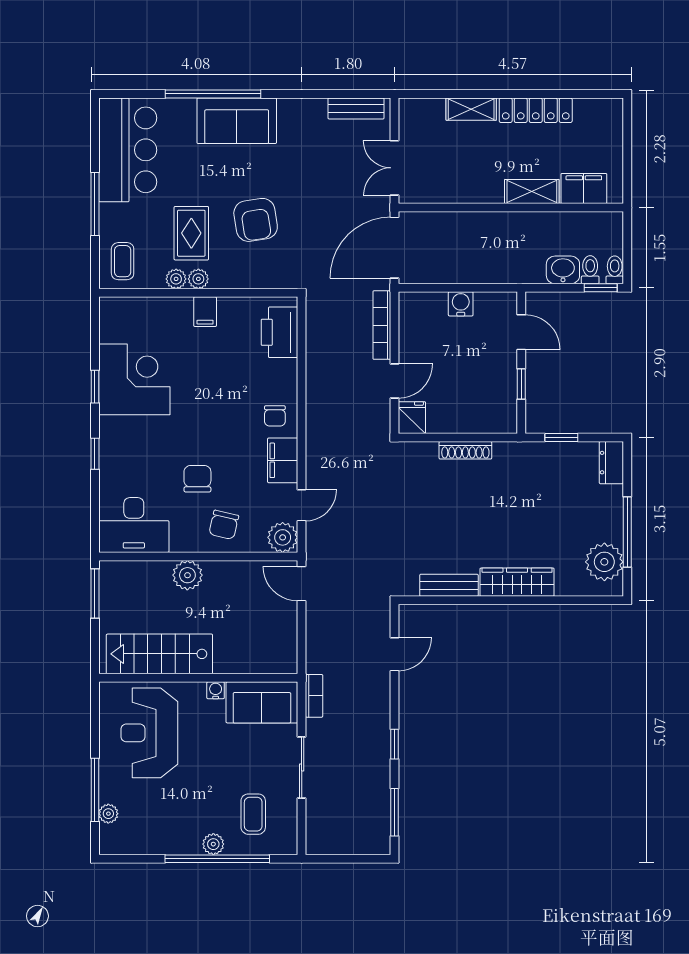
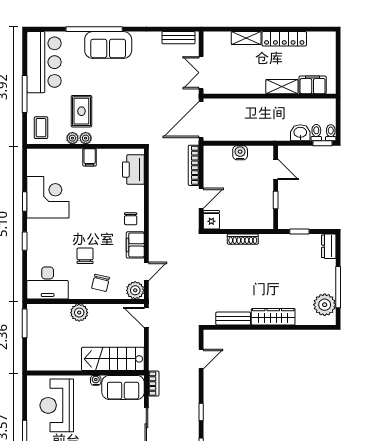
armchair: (256, 220) -> (119, 103), removed
stairs: (159, 654) -> (113, 359), moved

